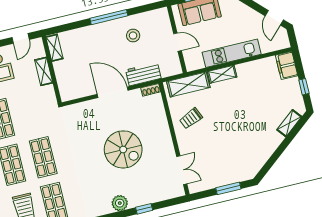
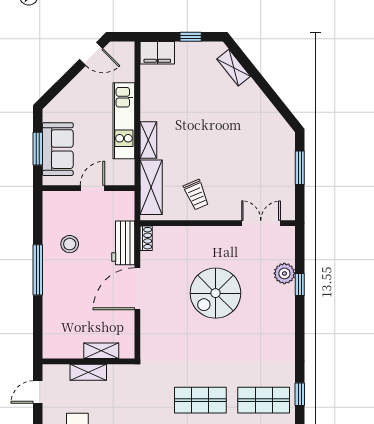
door: (21, 38) -> (38, 392), swing flipped
shelving: (54, 48) -> (101, 351), moved
spiral stairs: (123, 149) -> (215, 293), turned 180
plant: (120, 203) -> (284, 273), moved

